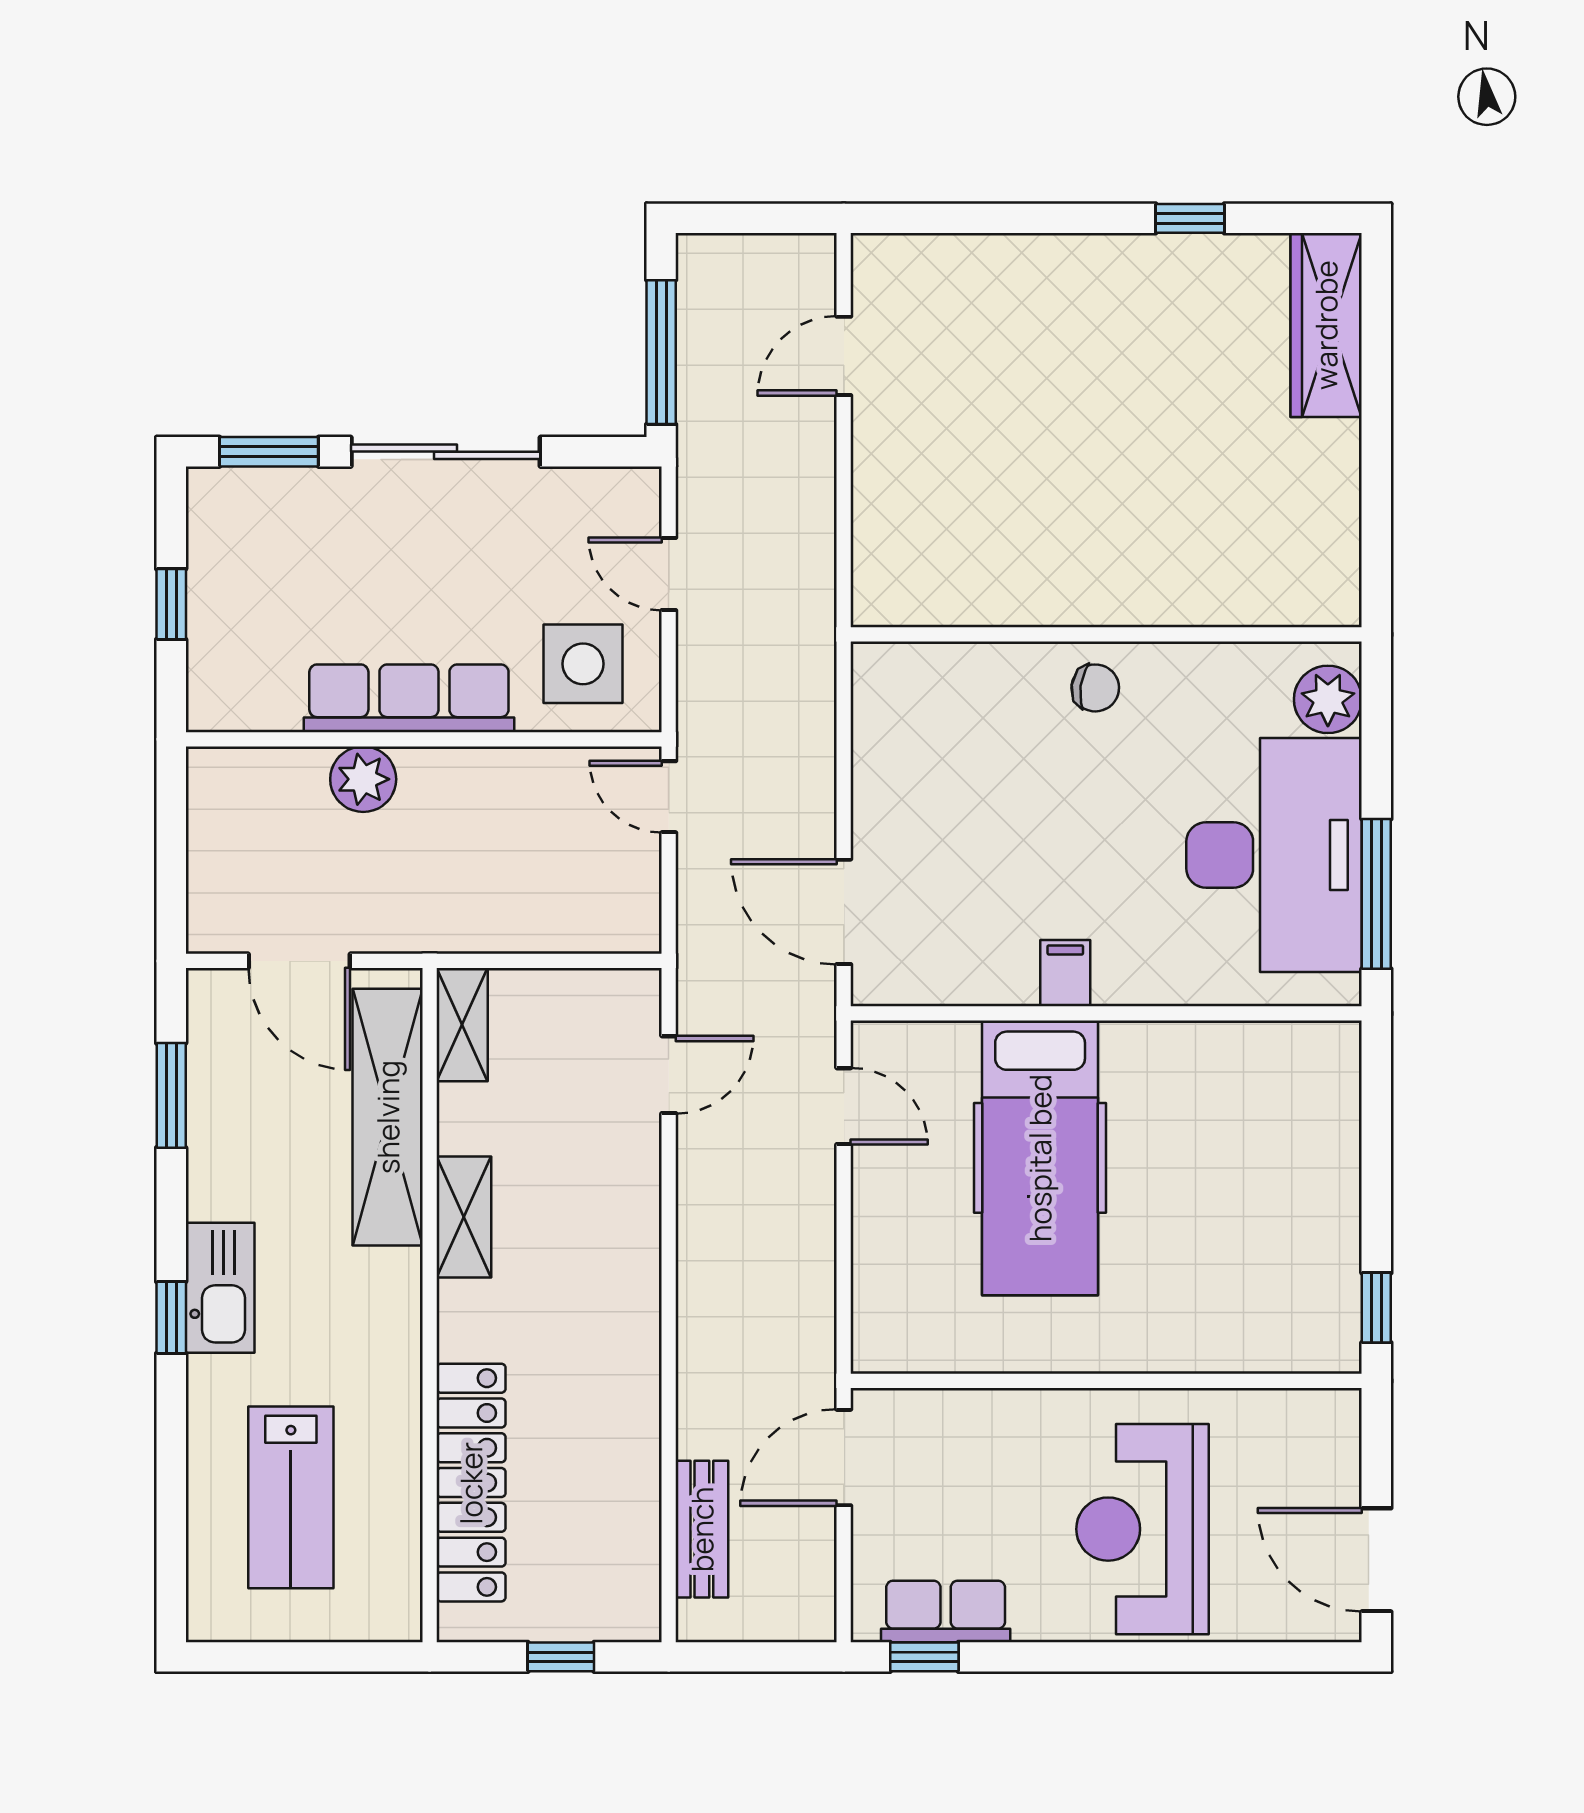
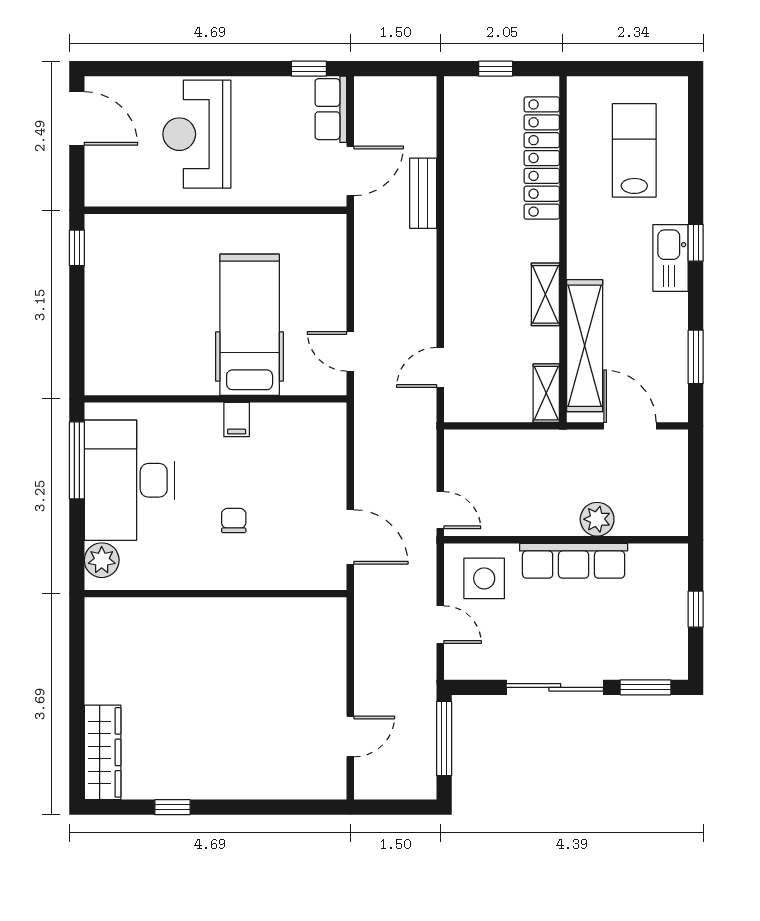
chair: (1095, 688) -> (234, 520), moved, turned 82
door: (844, 912) -> (350, 537), moved
bench: (702, 1529) -> (423, 193), moved
reception desk: (1143, 1529) -> (197, 134), turned 180
row of seats: (946, 1611) -> (331, 109), moved, turned 90

